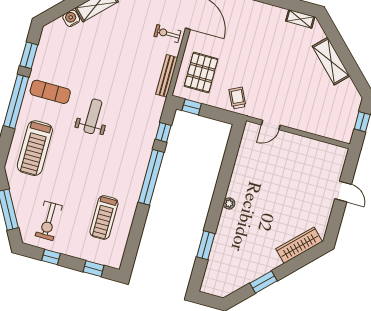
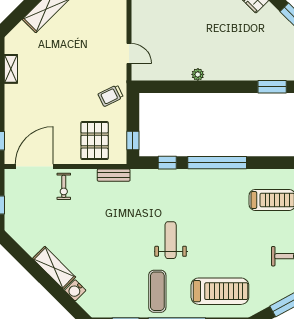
shelving: (300, 19) -> (11, 69), moved
pallet: (201, 72) -> (95, 141), turned 90
bench: (167, 76) -> (114, 175), width x0.73
weight bench: (93, 116) -> (171, 240), turned 90
plant: (229, 203) -> (198, 74), moved

